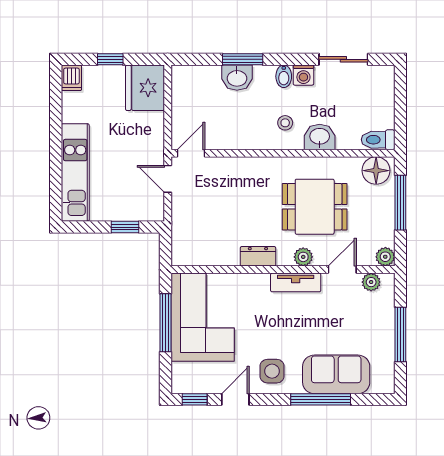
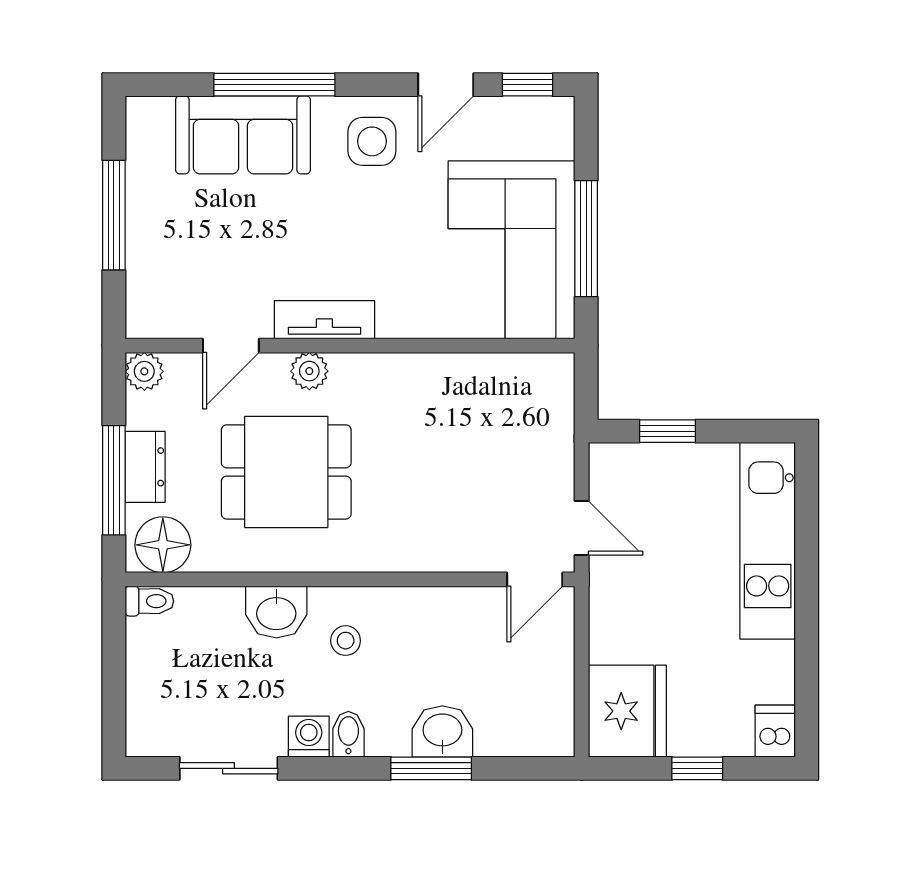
toilet: (378, 140) -> (149, 601), width x0.73, depth x0.72
dresser: (258, 256) -> (145, 467), moved, turned -90
plant: (371, 282) -> (173, 320), removed

